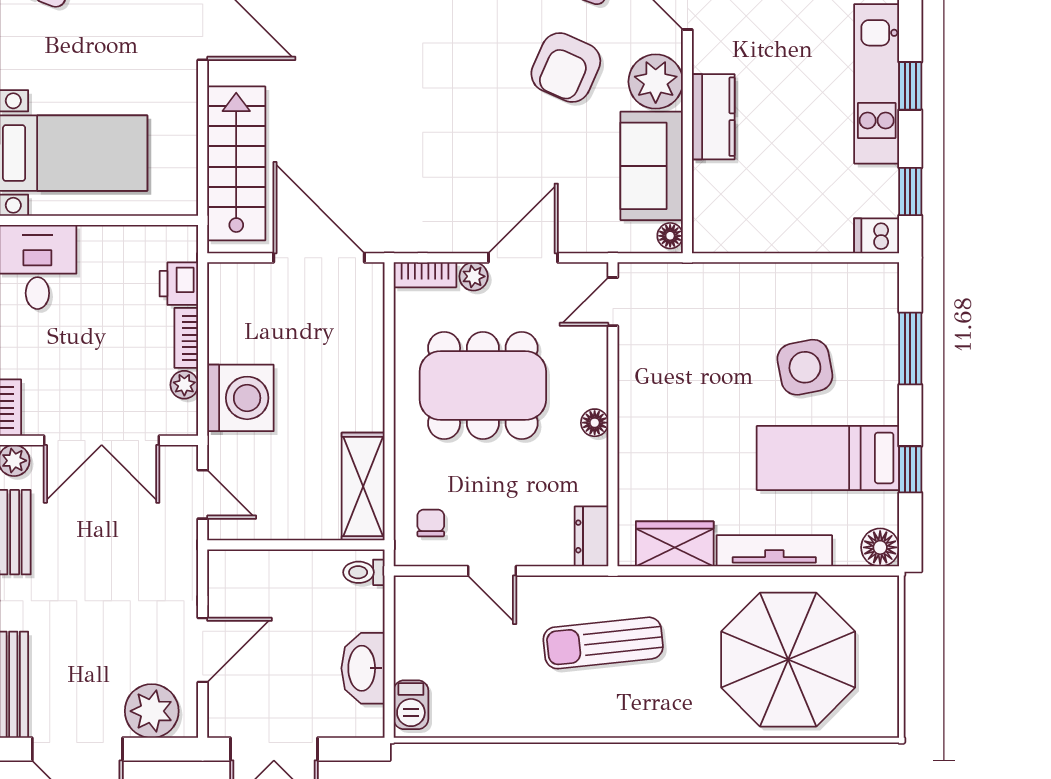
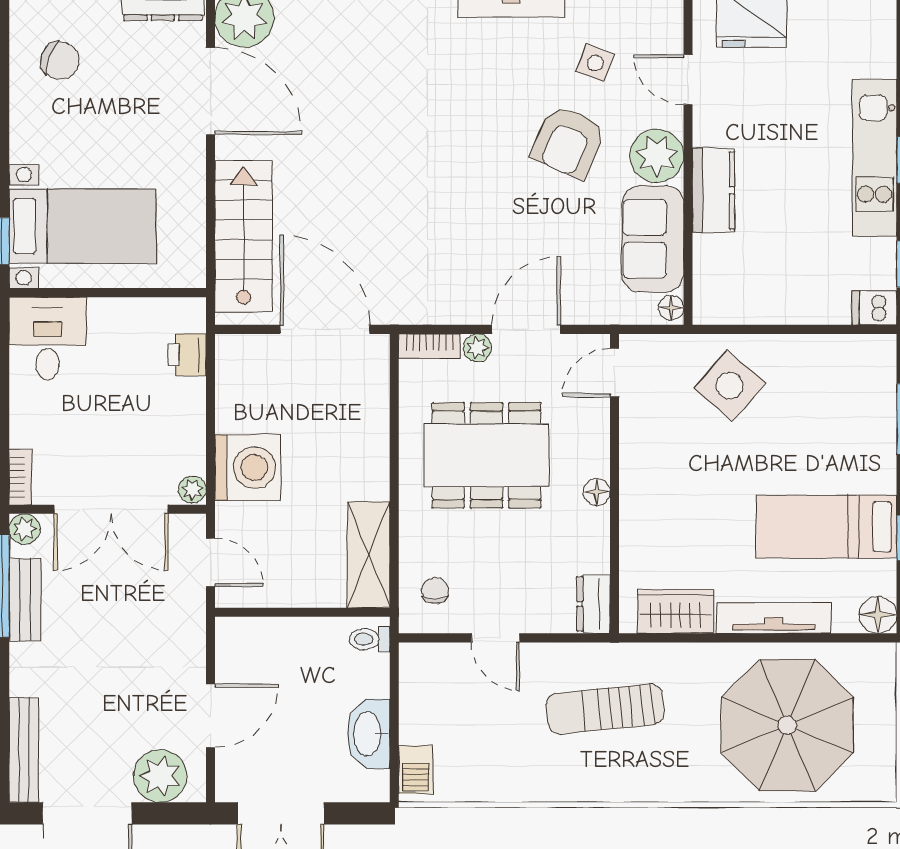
bookcase: (186, 338) -> (194, 408), removed
side table: (805, 367) -> (730, 386), moved, turned -38
plant: (184, 385) -> (192, 490), moved

